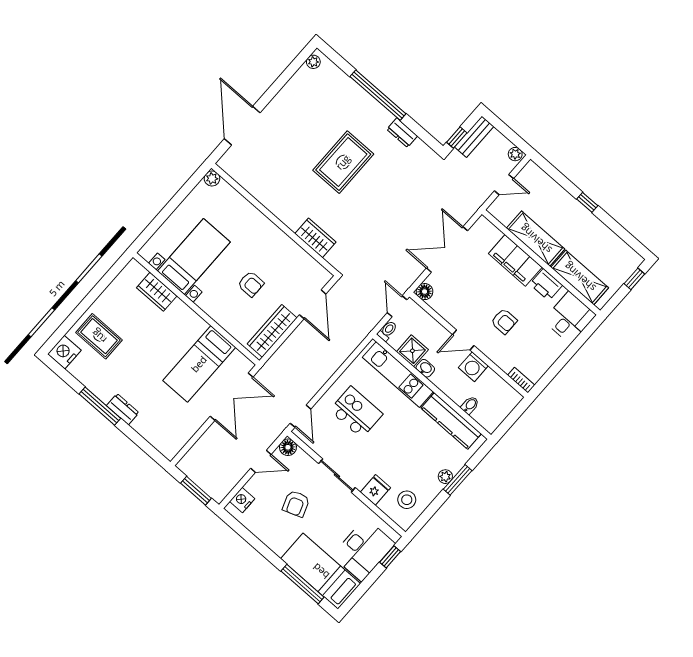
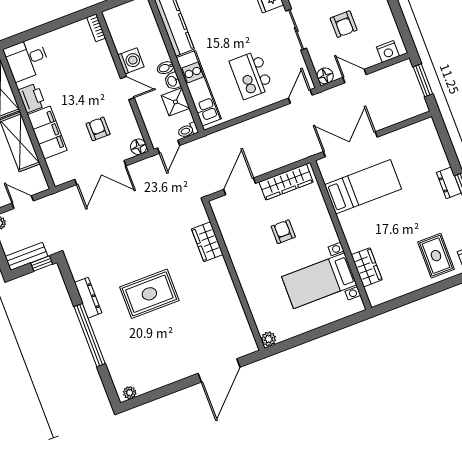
dresser: (402, 133) -> (88, 298), width x1.44
armchair: (504, 321) -> (98, 129), moved
bidet: (470, 405) -> (165, 68), moved
armchair: (296, 504) -> (344, 24), turned 110

